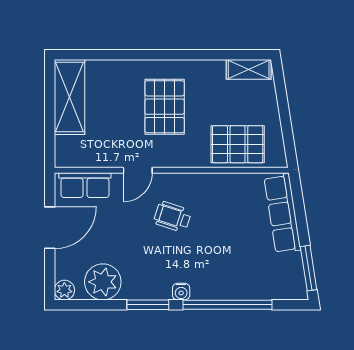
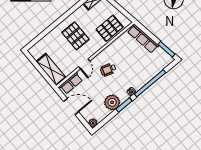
shelving: (70, 97) -> (51, 69), moved
door: (50, 228) -> (71, 107), hinge flipped
plant: (103, 282) -> (112, 102), moved

